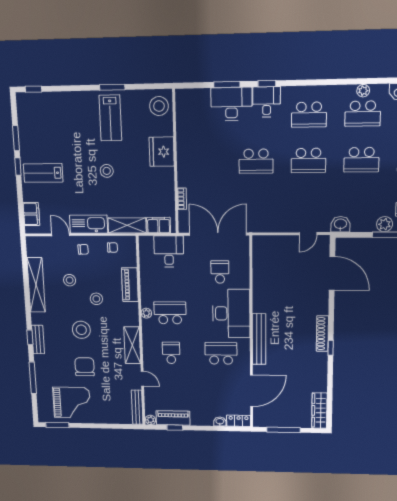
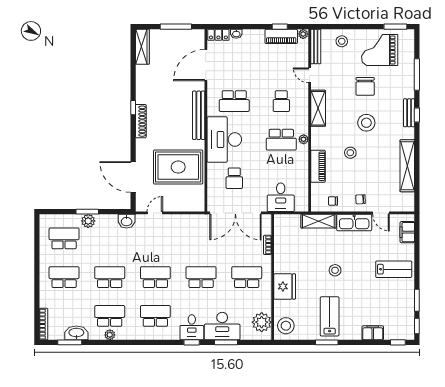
plant: (186, 110) -> (262, 322), added
school desk: (204, 162) -> (247, 277), added
window: (18, 167) -> (417, 326), moved
filing cabinet: (159, 225) -> (373, 333), moved, turned 180
stool: (70, 280) -> (342, 41), moved
rug: (282, 284) -> (178, 167), added

